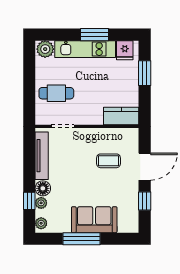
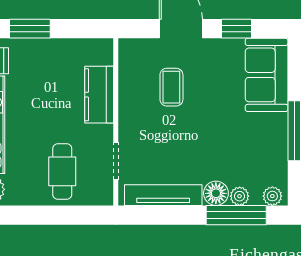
kitchen counter: (121, 116) -> (99, 95), moved
window: (29, 201) -> (236, 215), width x2.17
sofa: (94, 220) -> (267, 75), moved

